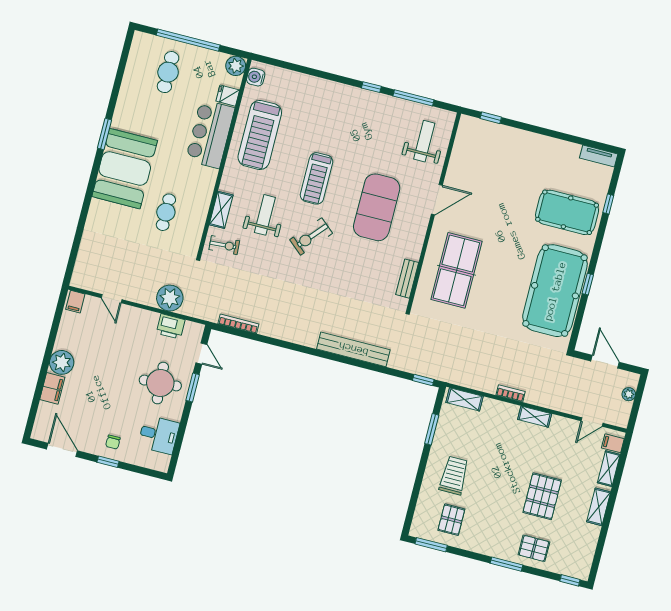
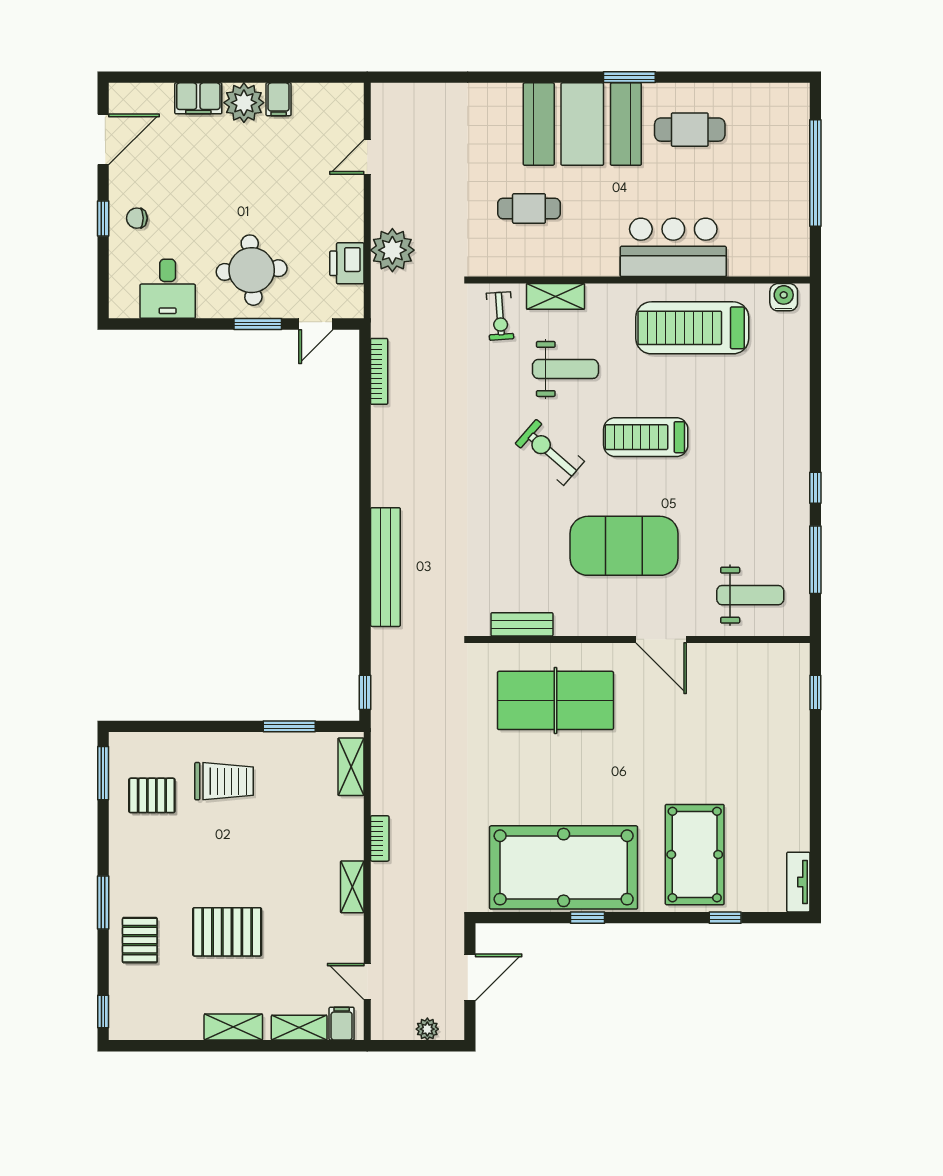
plant: (236, 66) -> (793, 260), removed
cafe table: (168, 72) -> (690, 130), moved
fridge: (228, 96) -> (742, 260), removed
filing cabinet: (75, 302) -> (279, 99), moved, turned -90

